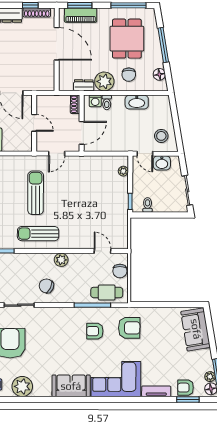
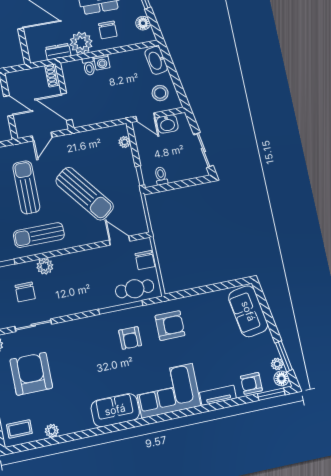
washing machine: (95, 101) -> (102, 62), moved
washbasin: (137, 102) -> (156, 60), moved, turned 81
door: (82, 133) -> (67, 107), swing flipped
sun lounger: (82, 207) -> (85, 194), added
plant: (61, 260) -> (45, 266), moved
chair: (46, 286) -> (25, 292), moved, turned -114
armchair: (95, 331) -> (130, 338), turned -90
plant: (22, 386) -> (52, 431), width x0.53, depth x0.53
window: (188, 400) -> (271, 394), moved

